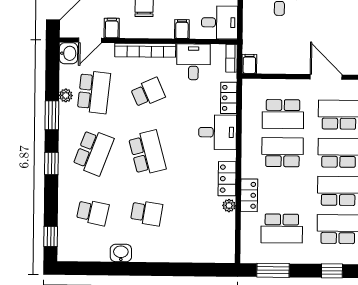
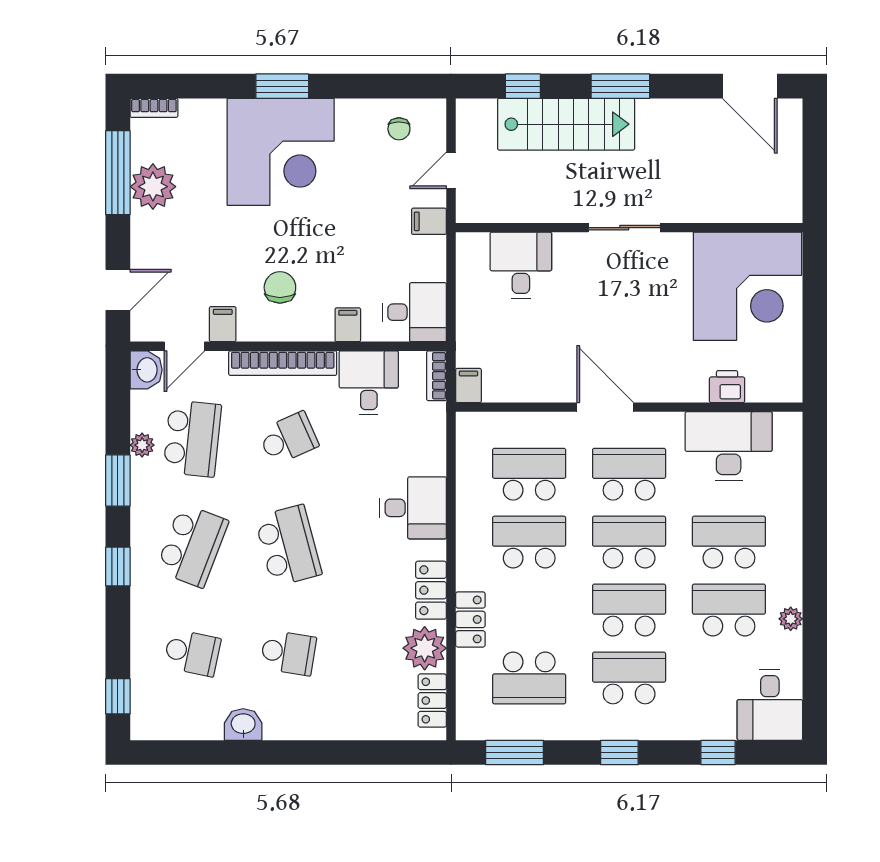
locker: (229, 98) -> (432, 701), moved
school desk: (283, 114) -> (529, 474), turned 180
plant: (229, 206) -> (425, 648), width x1.87, depth x1.87

